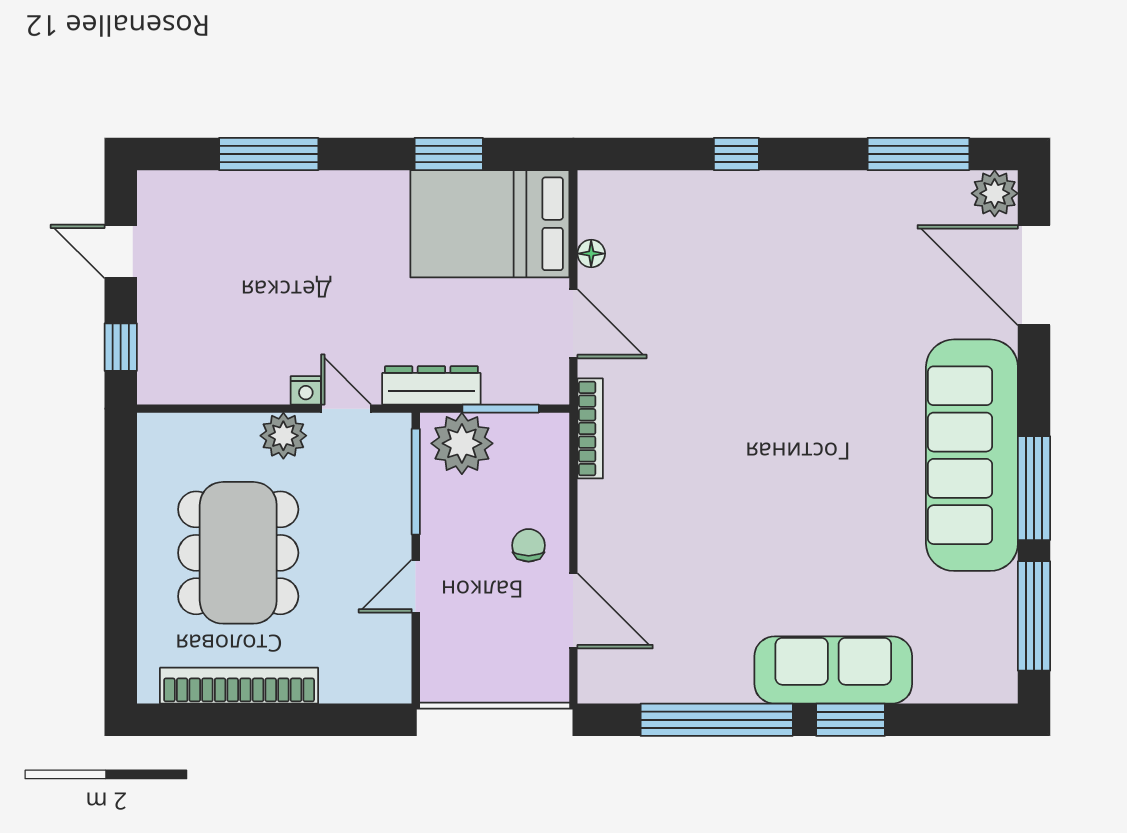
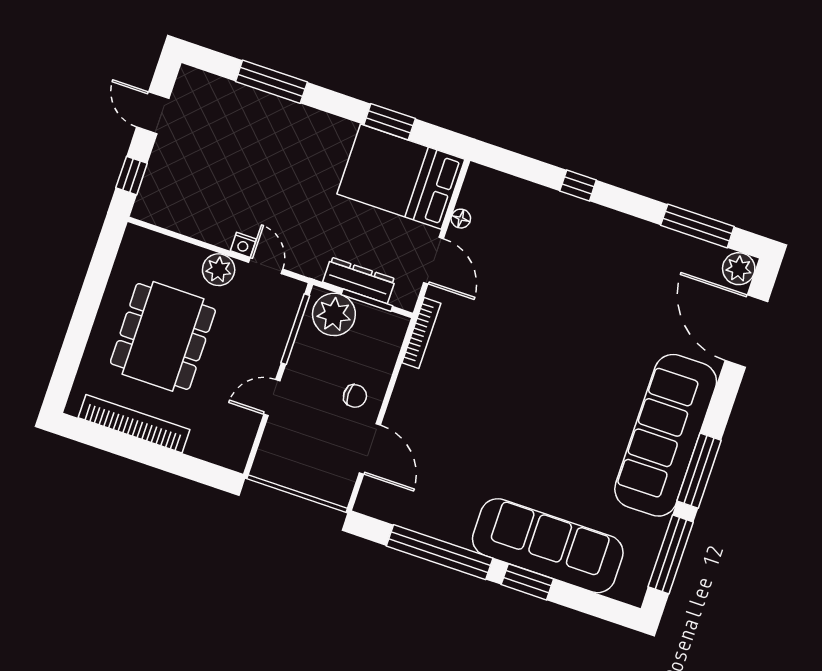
dresser: (431, 385) -> (359, 280), moved
chair: (529, 545) -> (355, 396), turned 90
sofa: (833, 670) -> (548, 546), width x1.36, depth x1.27

